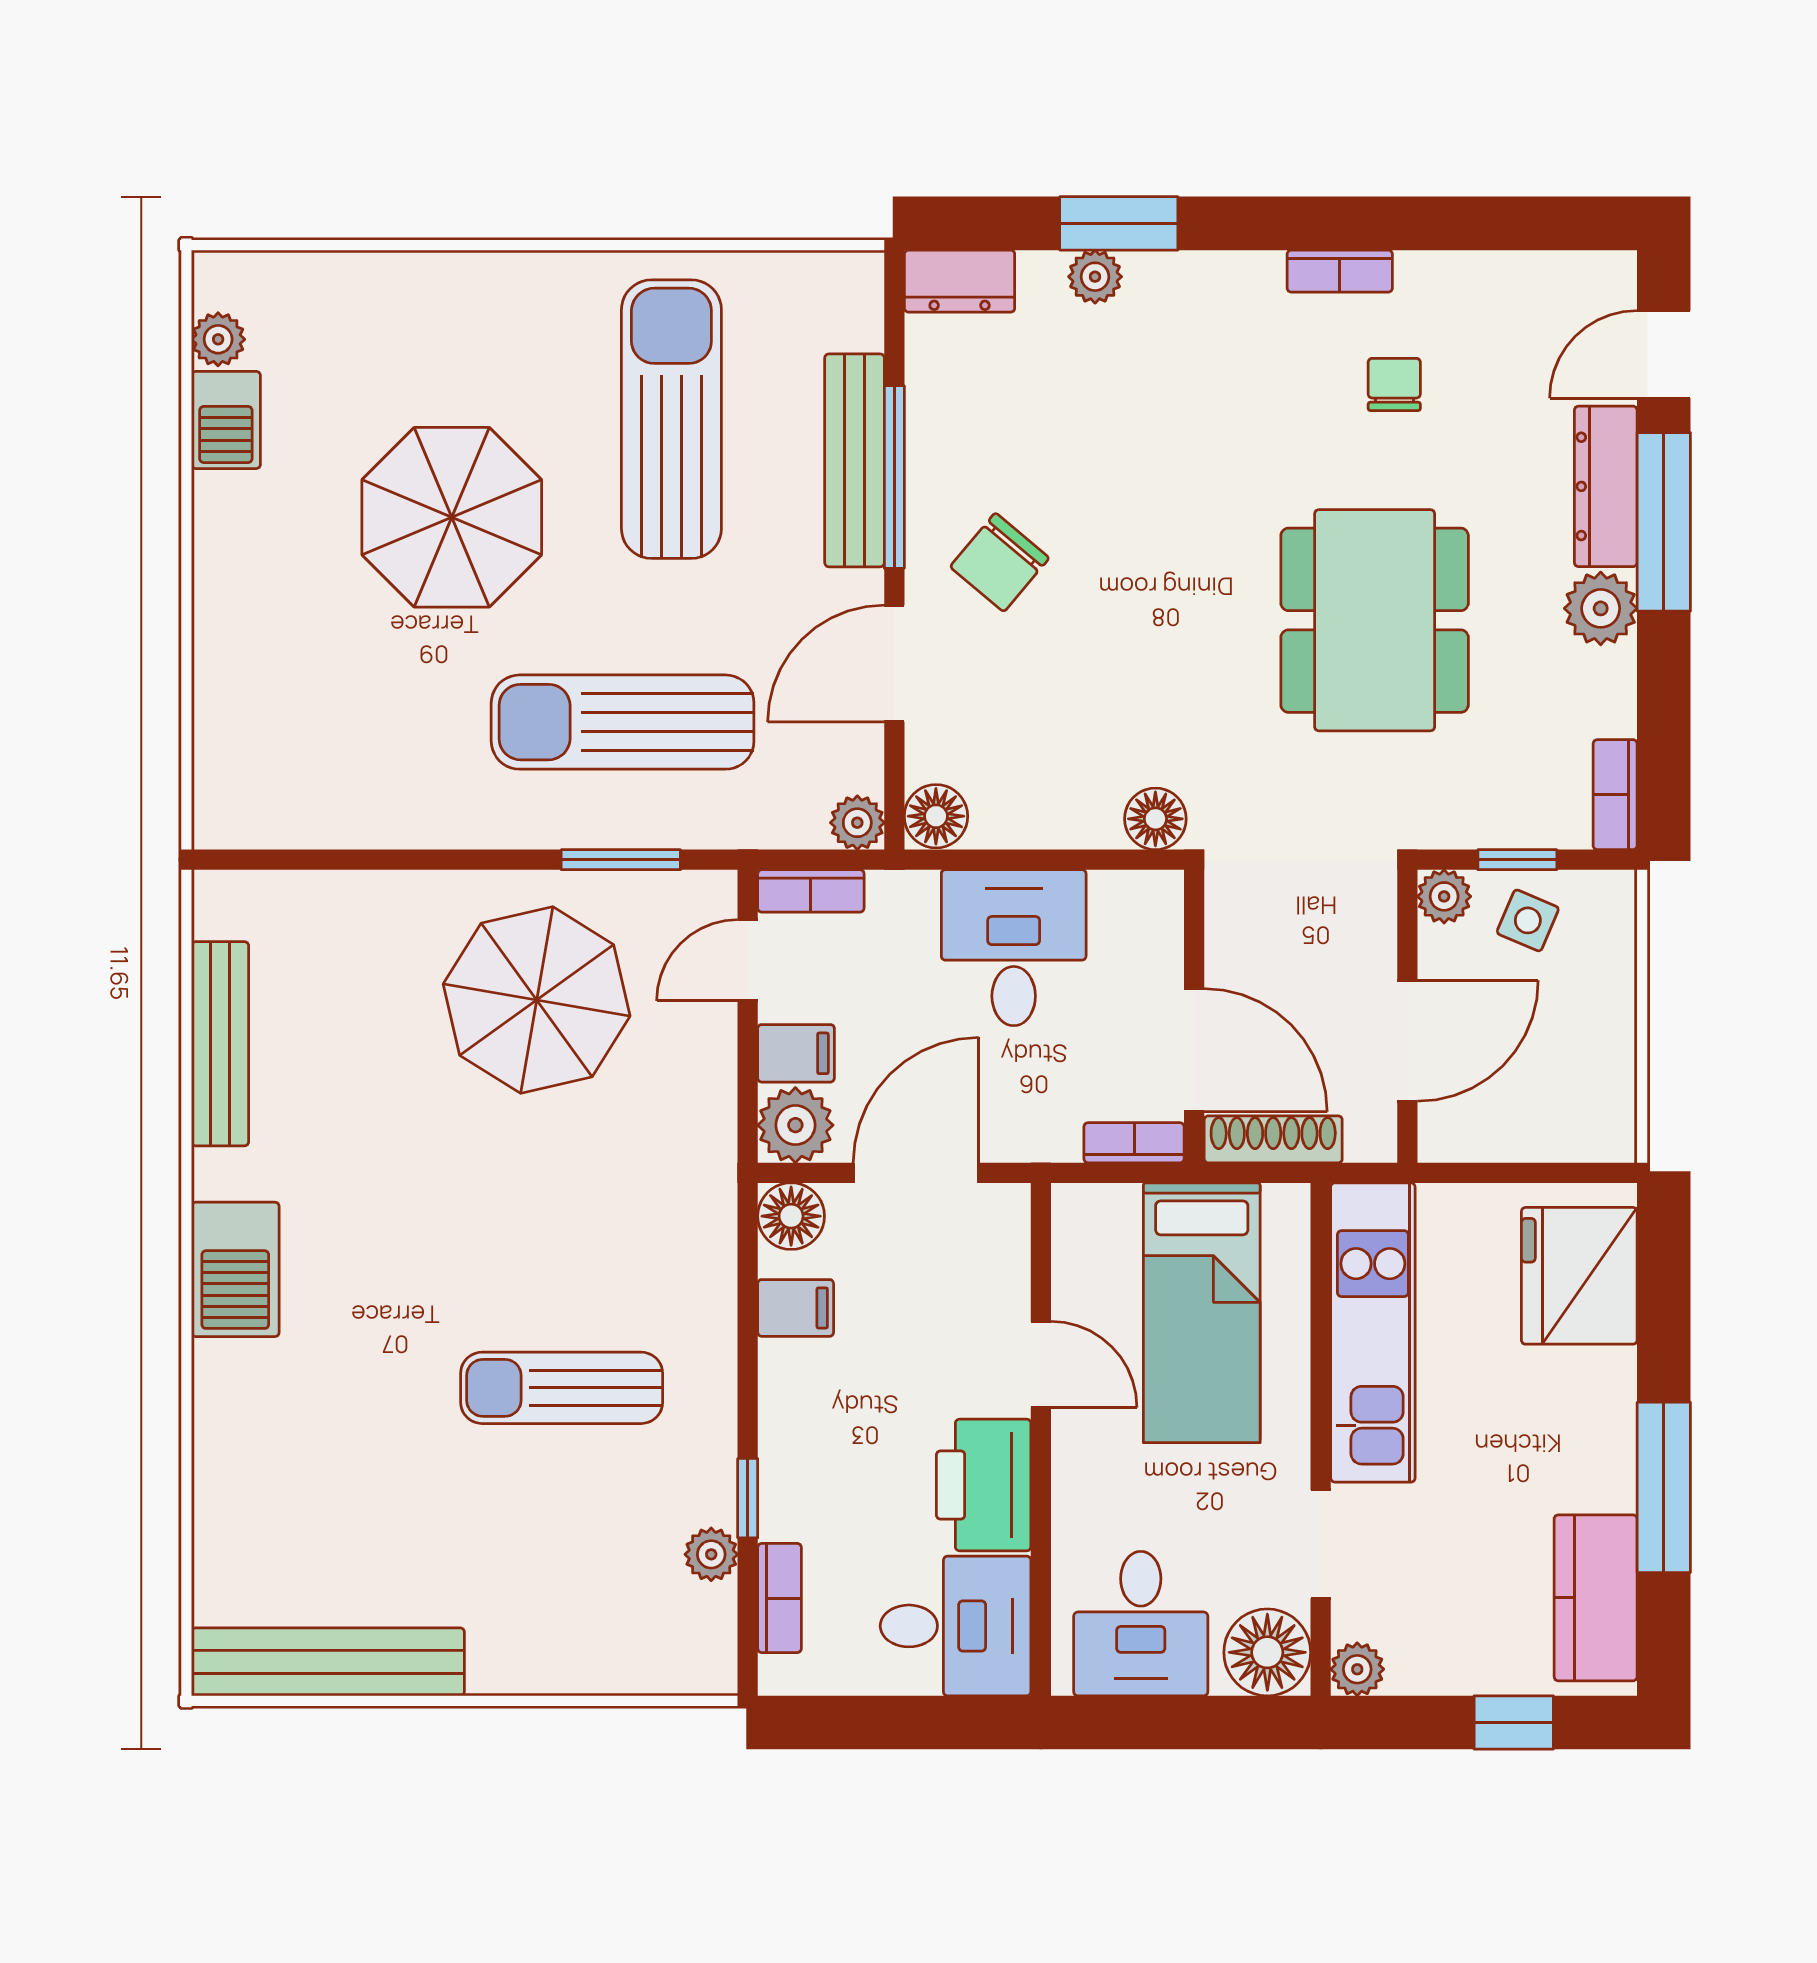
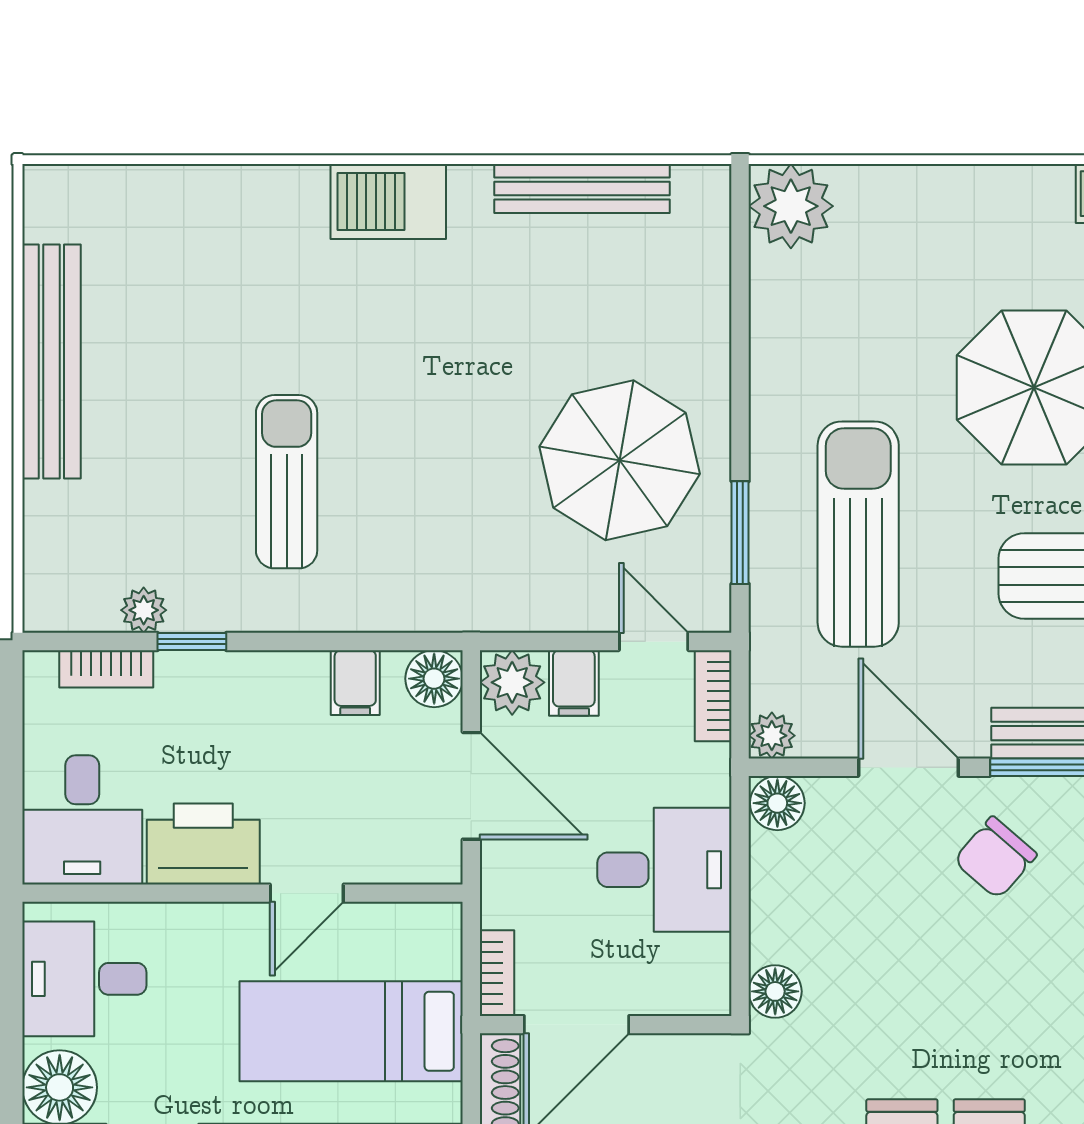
chair: (1000, 562) -> (995, 858), turned -89
plant: (241, 800) -> (791, 206), added
bench: (328, 1662) -> (51, 362), moved

